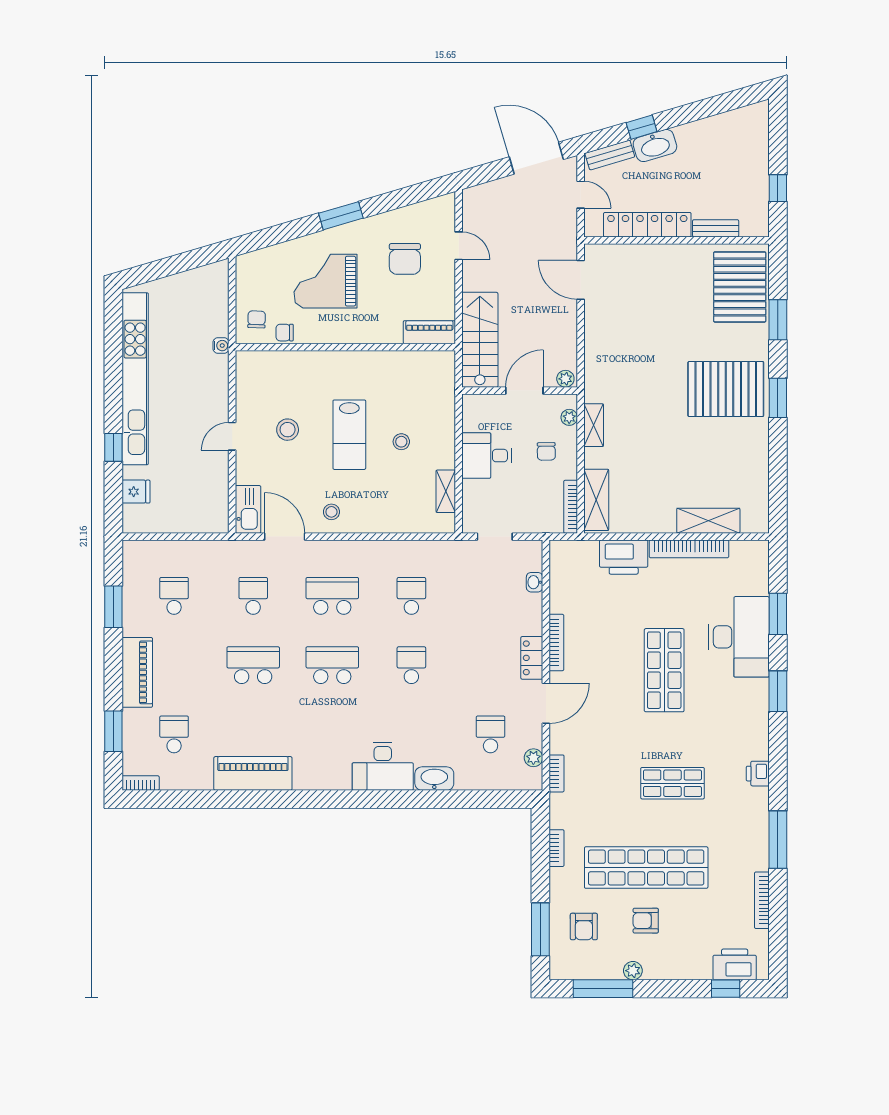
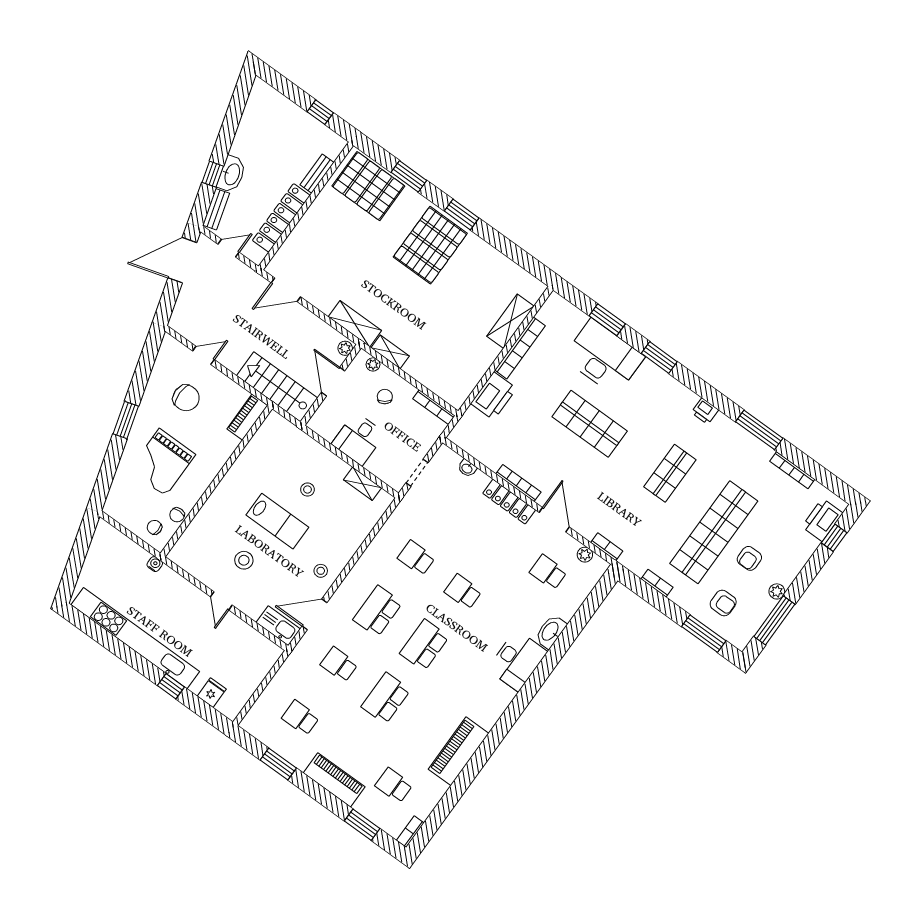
chair: (546, 451) -> (385, 397), turned -125
shelving: (596, 500) -> (355, 324), moved
locker: (532, 658) -> (509, 502), width x1.53

